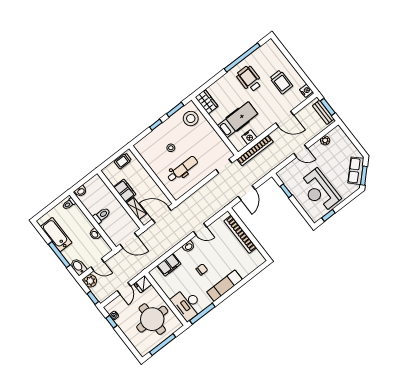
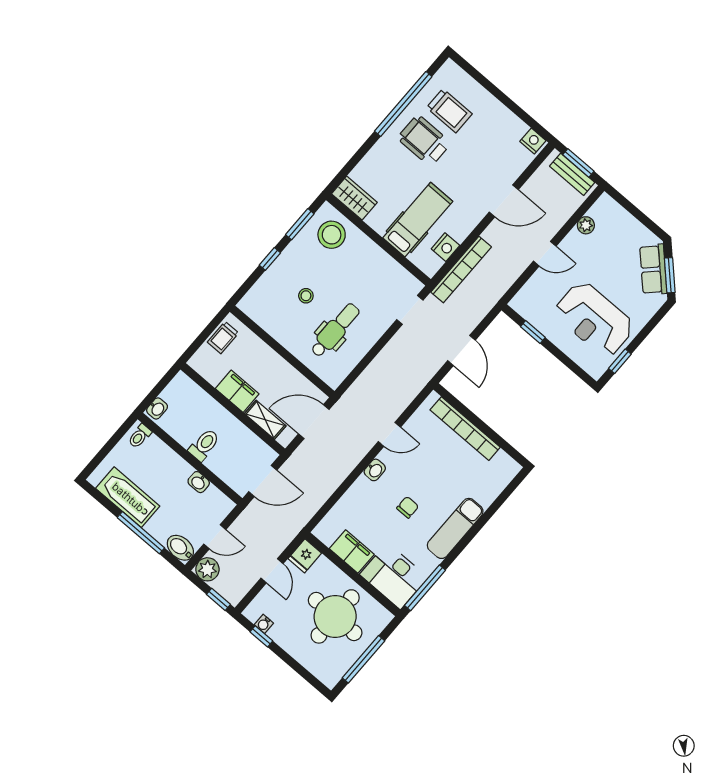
trolley: (281, 82) -> (449, 111), moved
filing cabinet: (169, 265) -> (352, 551), moved, turned -90

